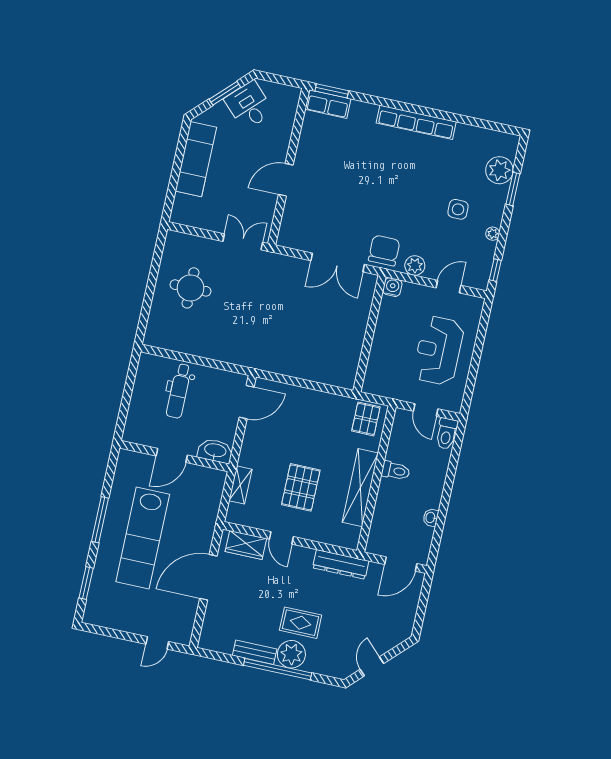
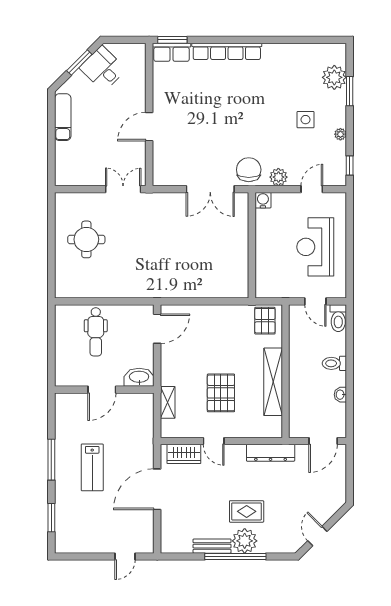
row of seats: (416, 122) -> (227, 51), moved
exam couch: (196, 159) -> (63, 117), width x0.73, depth x0.69
toilet: (396, 471) -> (334, 363), moved, turned 180
lab bench: (143, 538) -> (92, 467), width x0.54, depth x0.72

